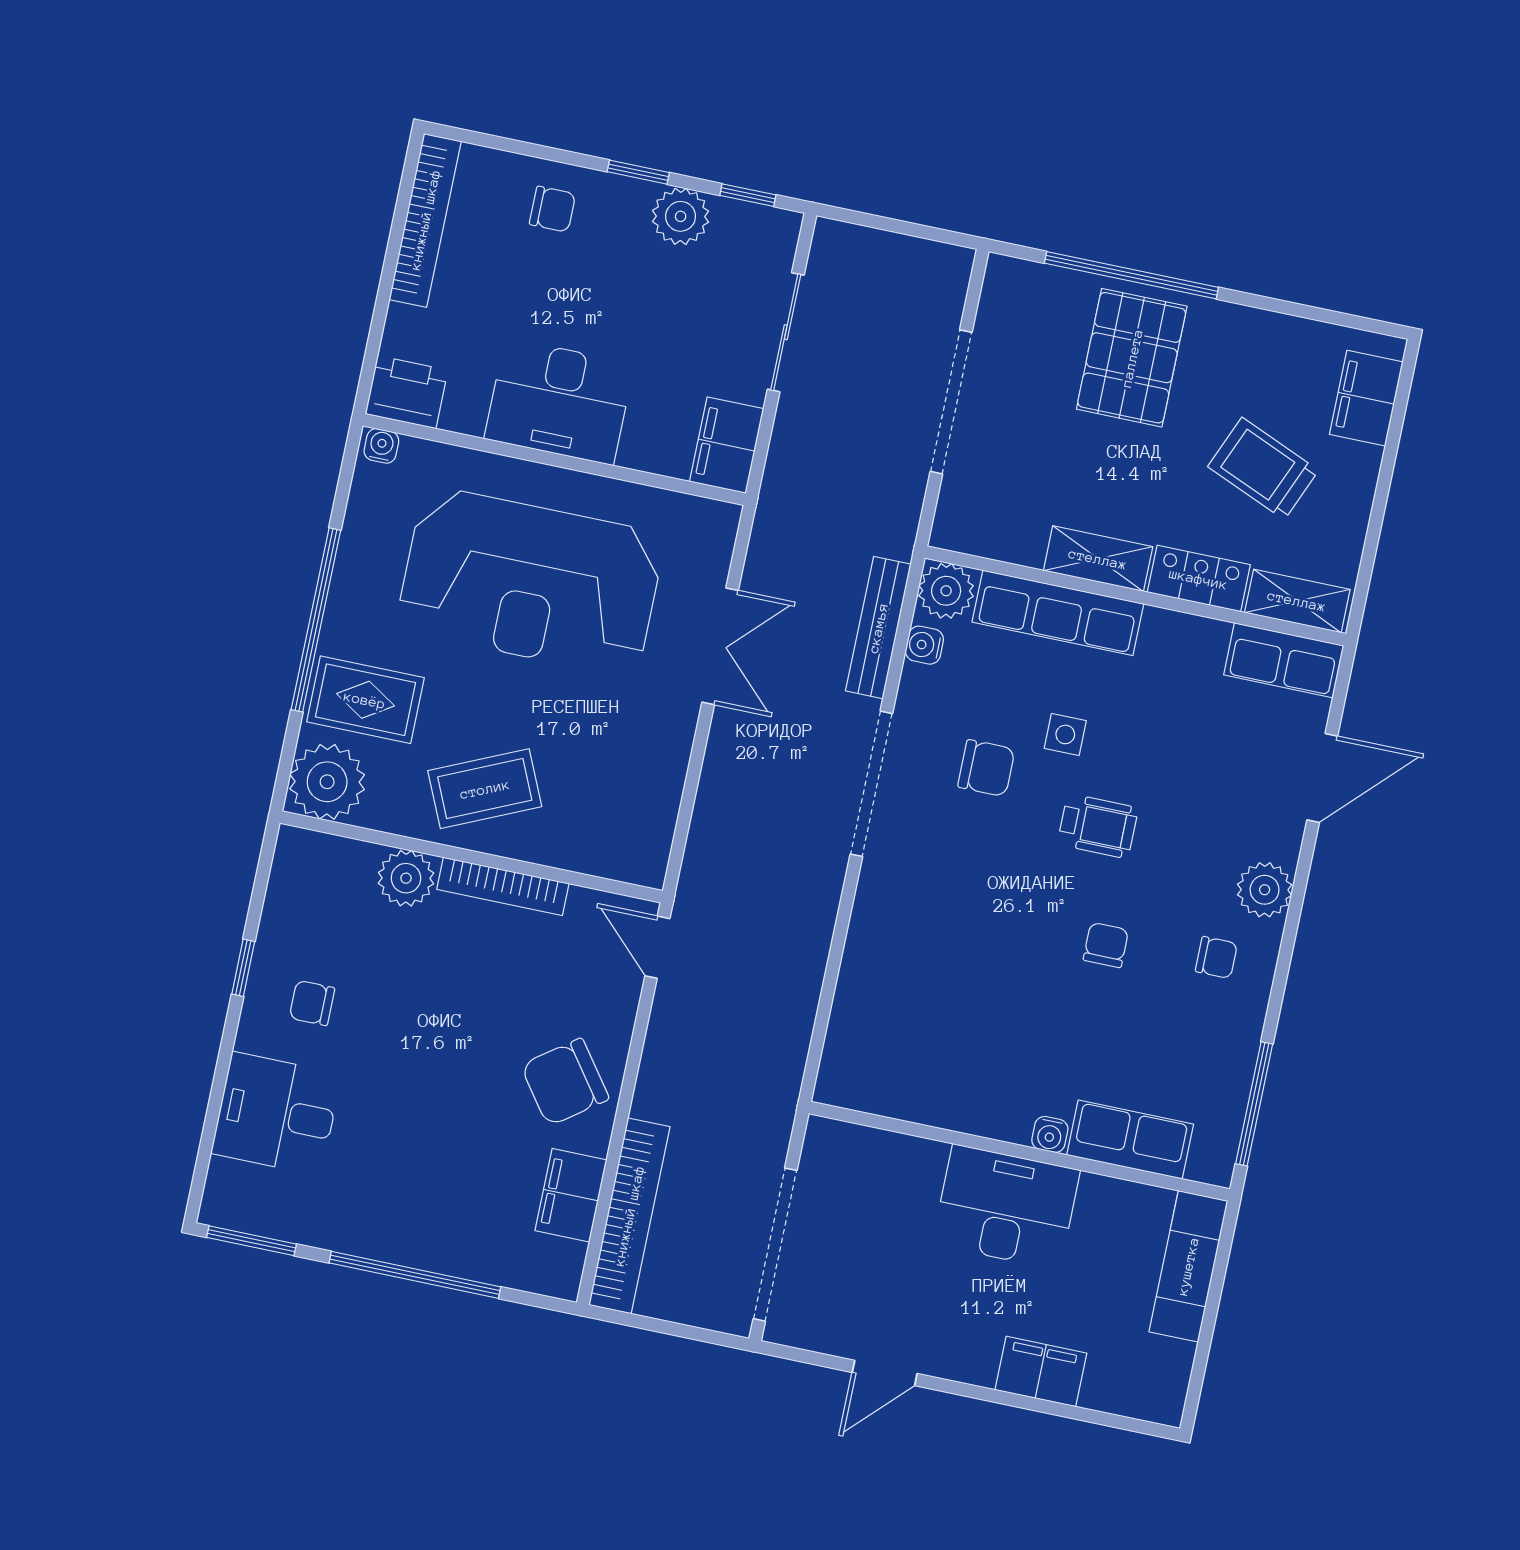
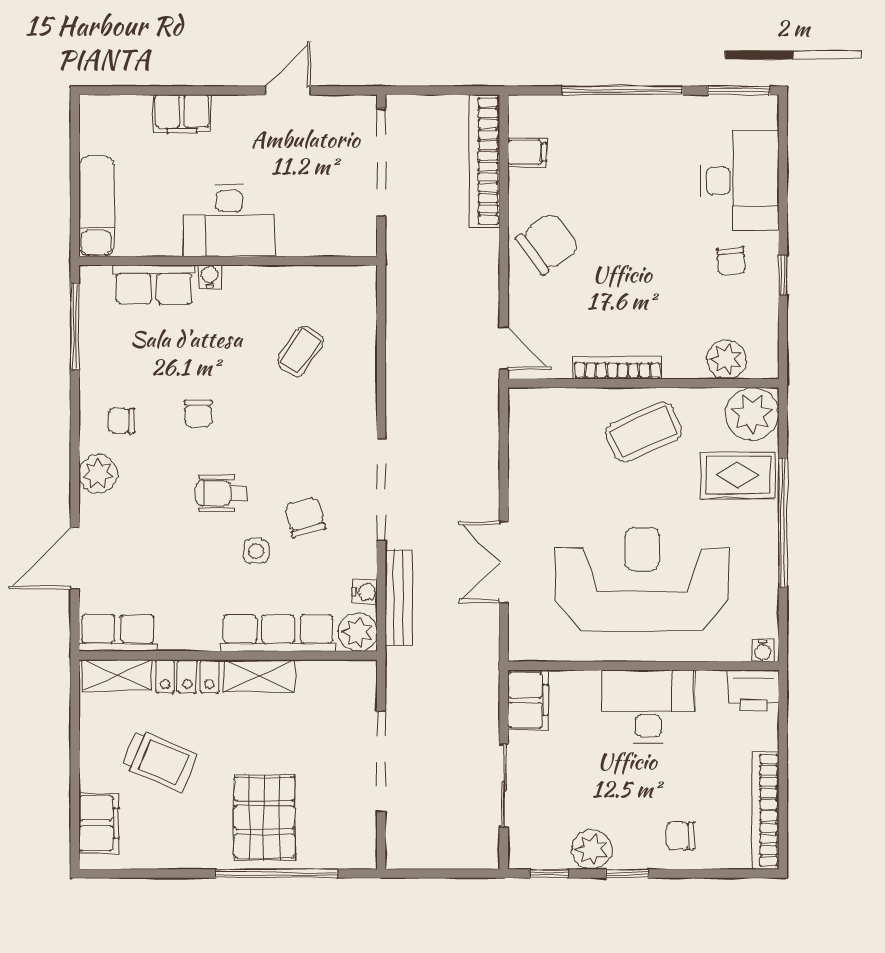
chair: (986, 768) -> (305, 517), turned 75
plant: (406, 878) -> (726, 359), moved
coffee table: (944, 1002) -> (301, 351), added
chair: (312, 1003) -> (731, 261), turned 85
desk: (276, 1114) -> (740, 180), width x1.37
filing cabinet: (571, 1195) -> (527, 152), width x0.50

